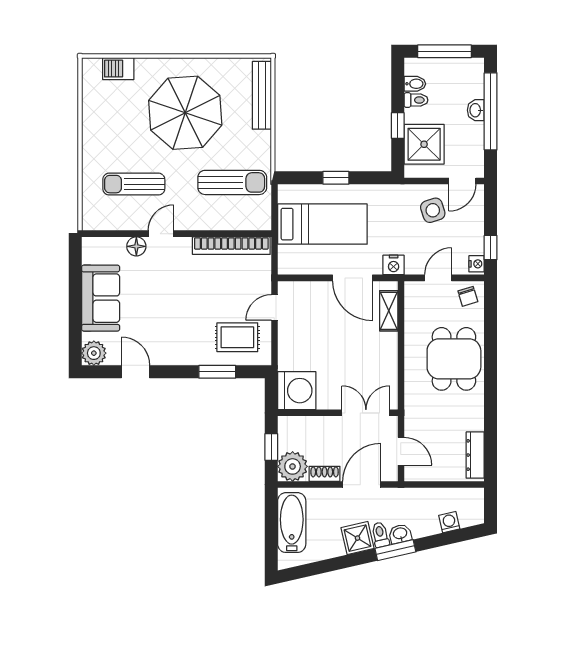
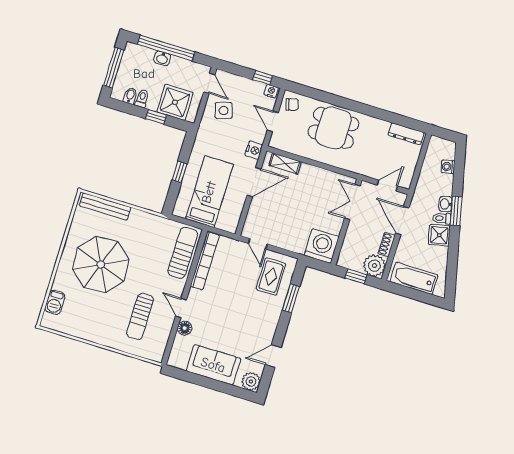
sun lounger: (232, 182) -> (183, 253), moved

